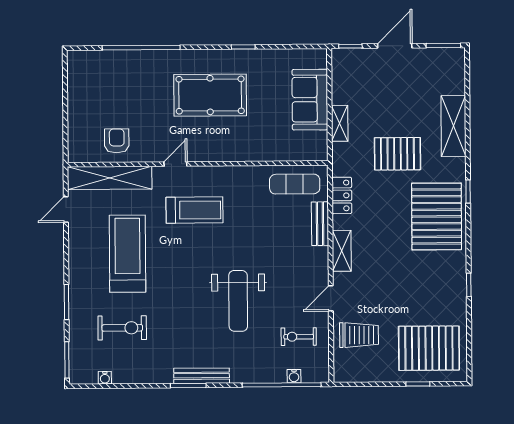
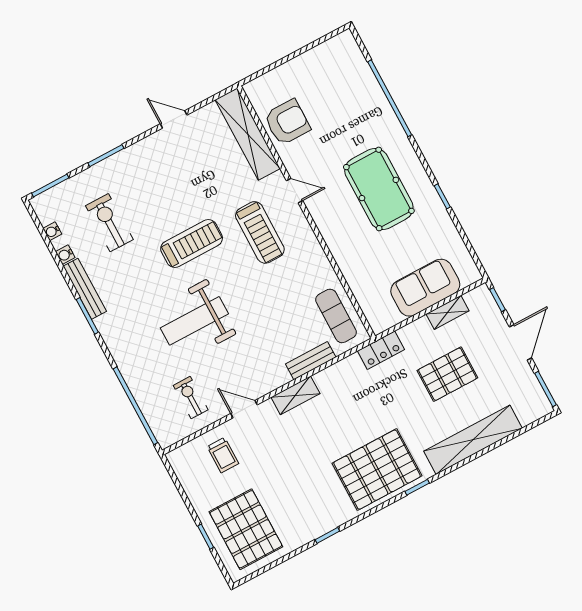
door: (395, 46) -> (520, 342), hinge flipped
shelving: (340, 123) -> (448, 312), moved
shelving: (453, 126) -> (473, 440), width x1.47
armchair: (117, 141) -> (287, 122), width x1.38, depth x1.38
pallet: (397, 154) -> (447, 374), moved, turned 90
locker: (342, 195) -> (381, 350), moved
door: (66, 210) -> (174, 119), moved
treadmill: (127, 254) -> (192, 243), moved, width x0.73, depth x0.73
exercise bike: (122, 328) -> (109, 223), turned 180
trolley: (359, 335) -> (223, 455), width x0.73, depth x0.72
bench: (202, 376) -> (85, 289), moved
water cooler: (294, 376) -> (65, 255), moved

